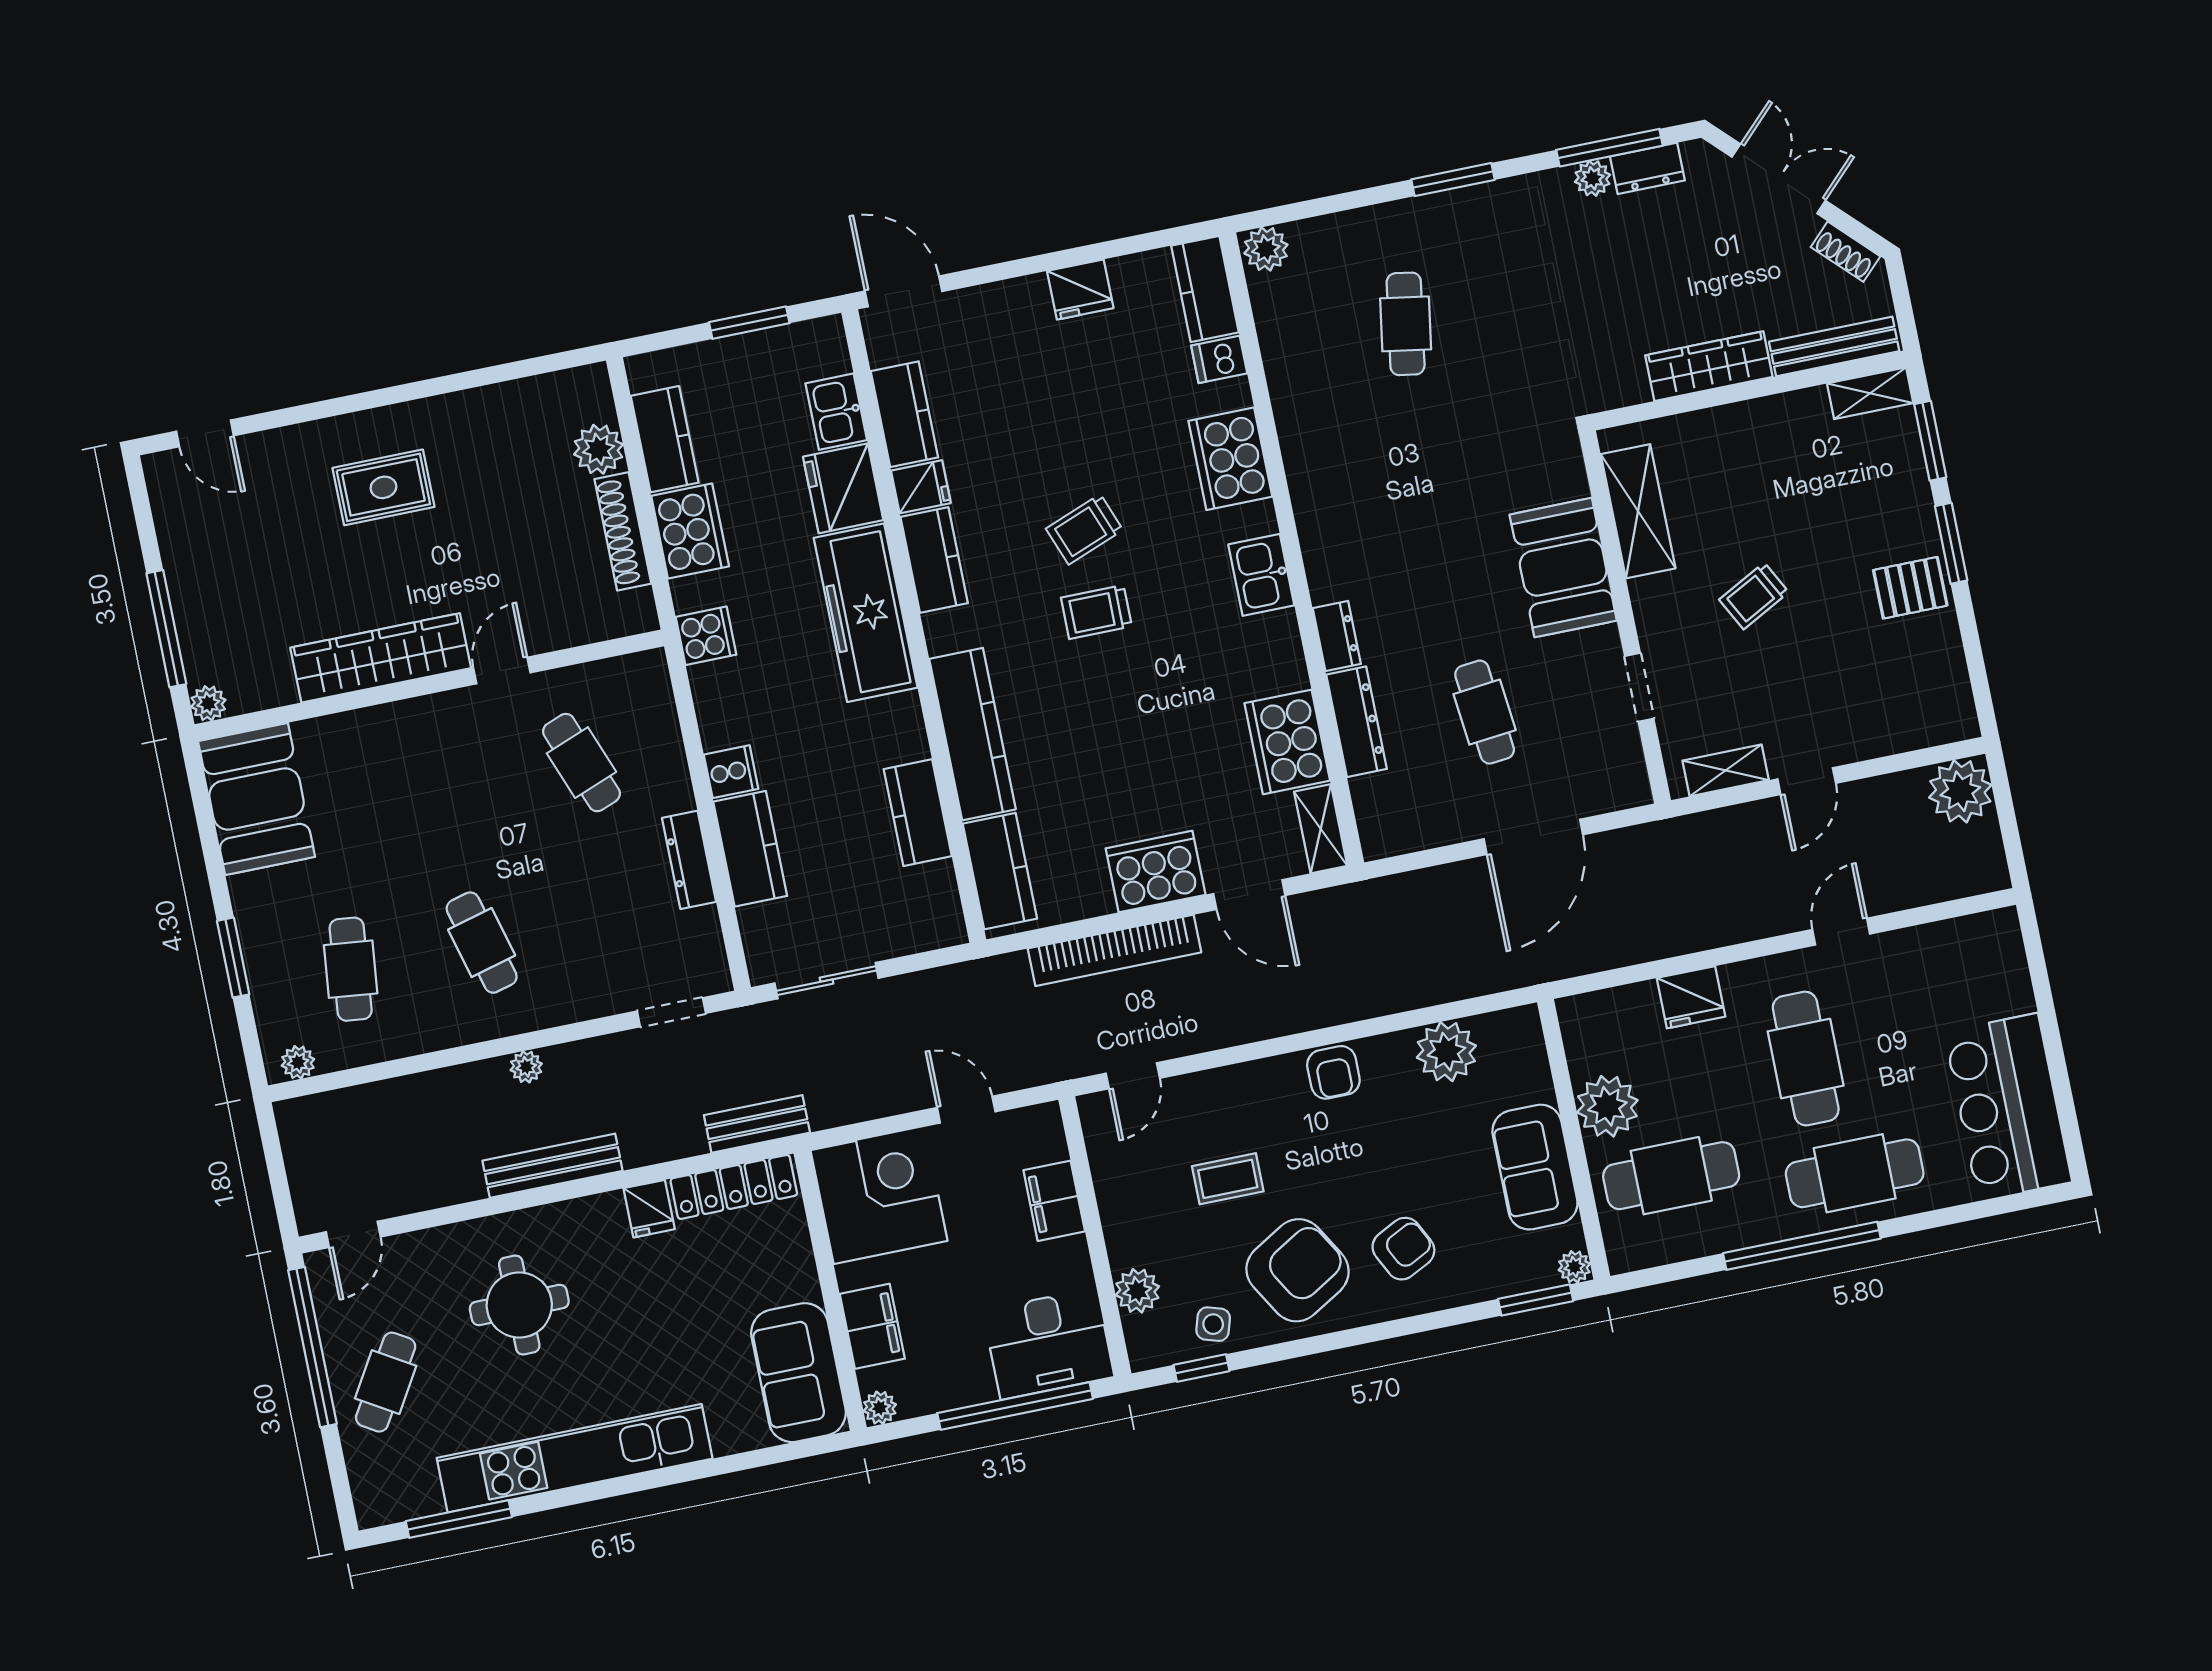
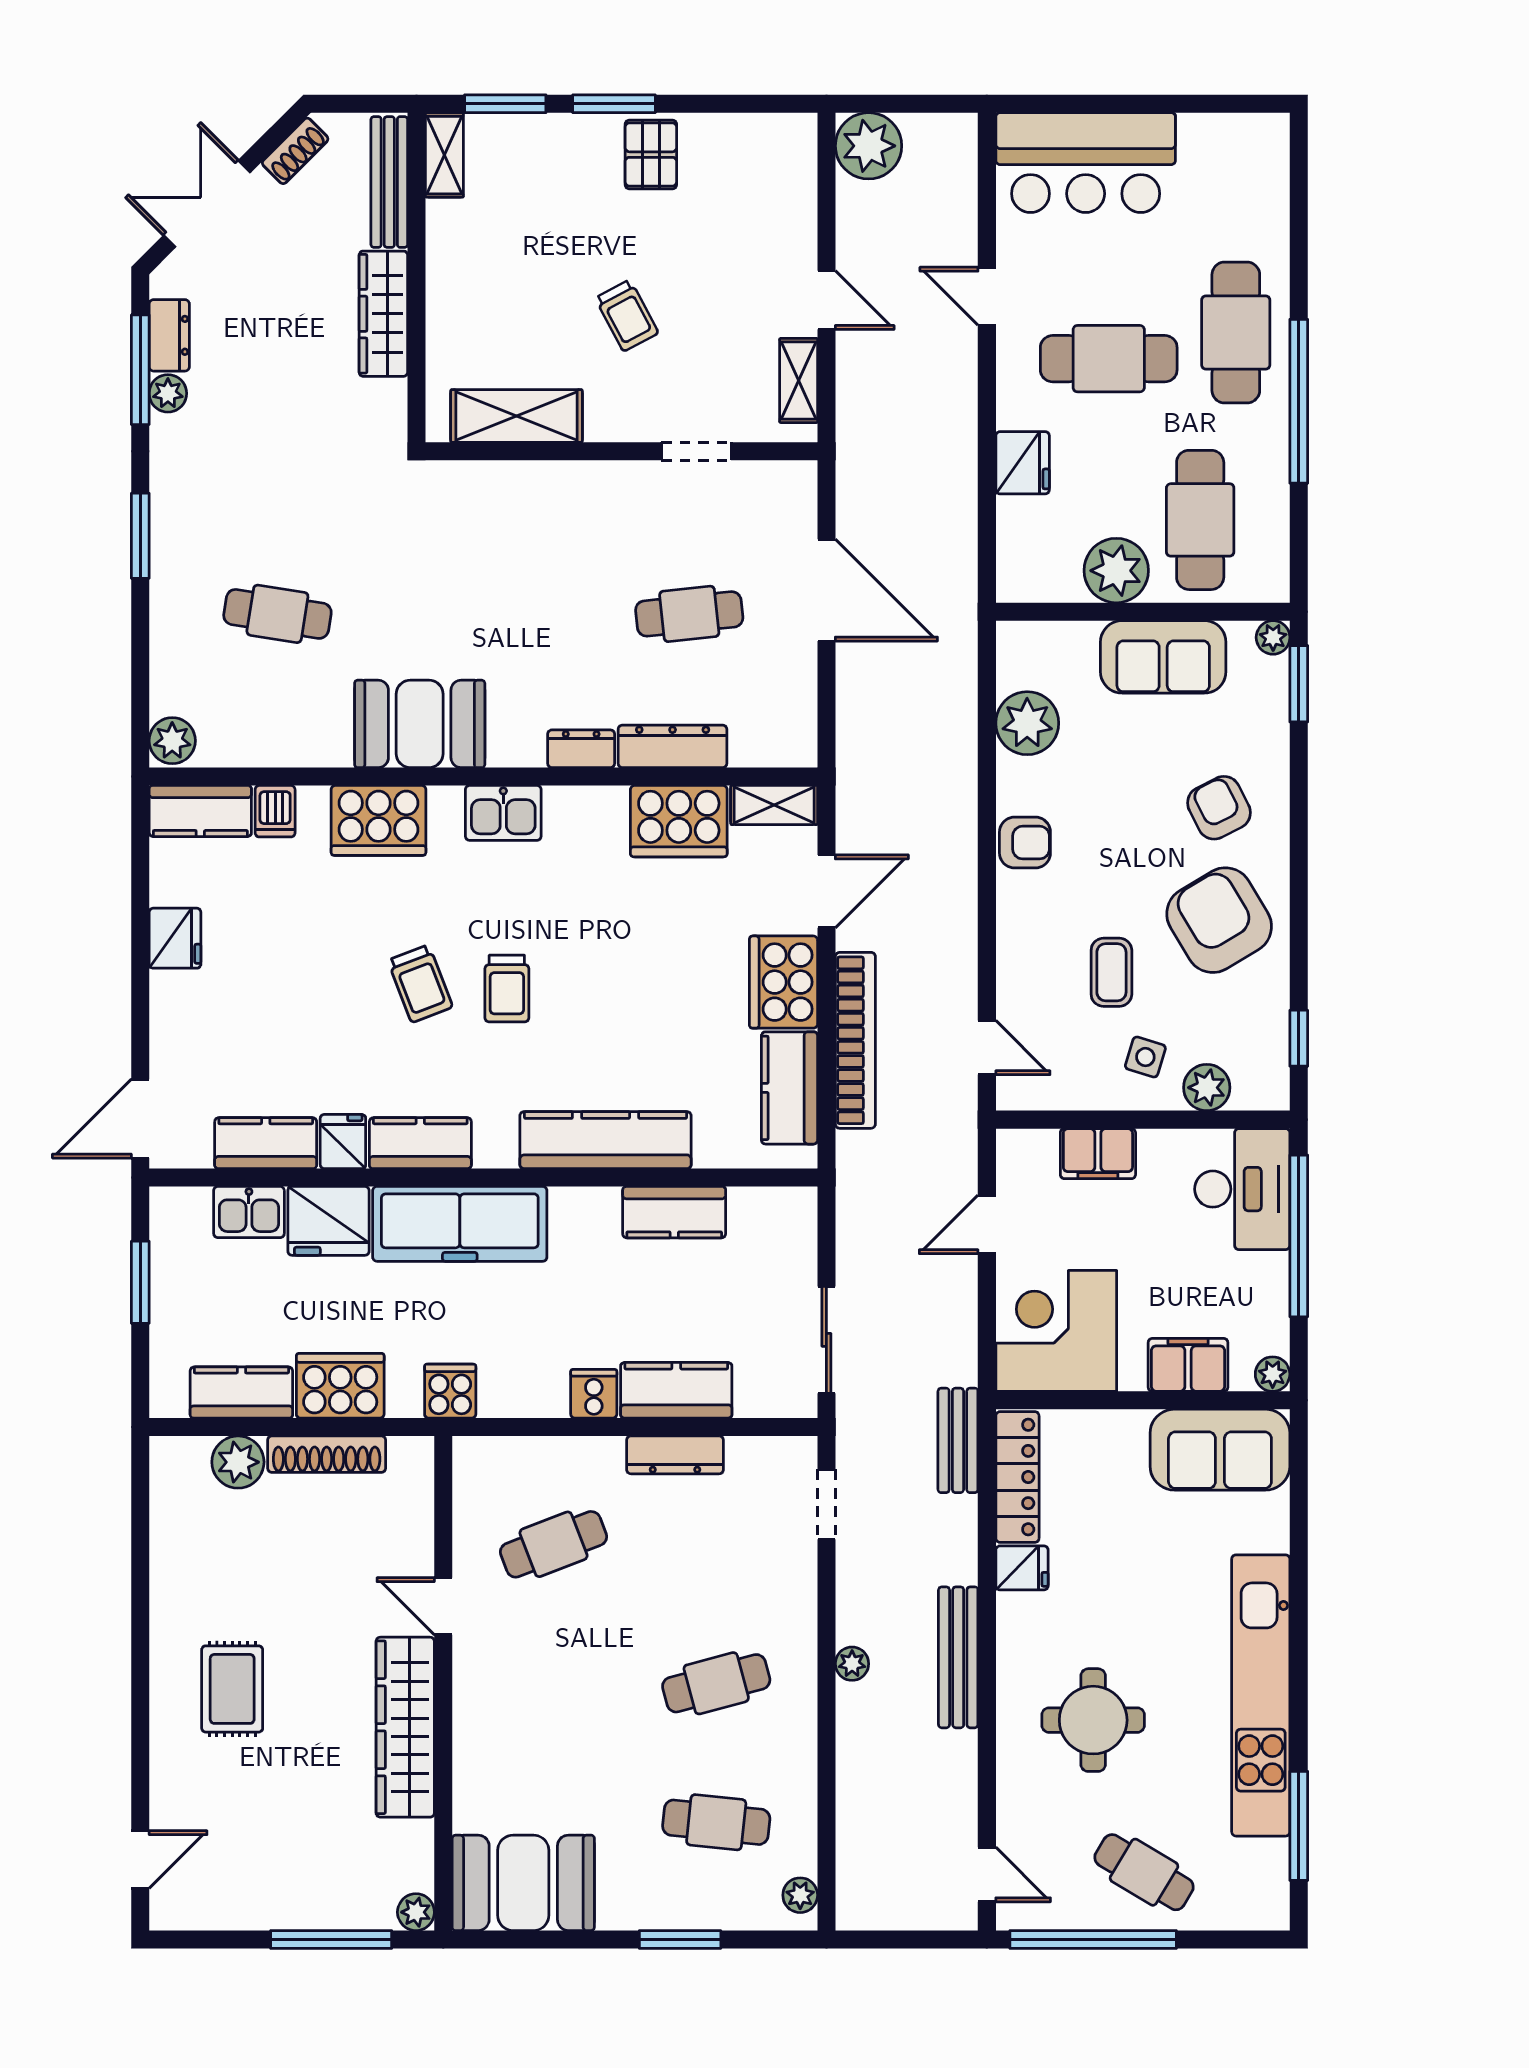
booth: (1563, 568) -> (420, 724), moved
kitchen counter: (1000, 871) -> (789, 1088), moved, turned -90
bar counter: (2008, 1107) -> (1086, 163), moved
side table: (1213, 1324) -> (1145, 1057), moved

